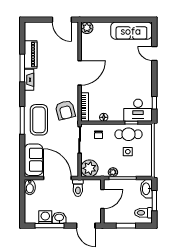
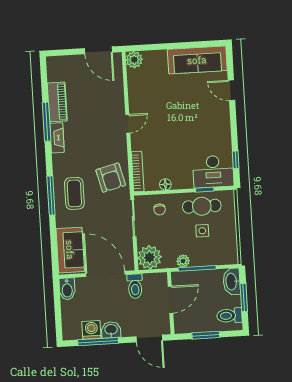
door: (80, 73) -> (128, 124), width x0.53
coffee table: (39, 120) -> (74, 193), width x0.73, depth x0.76

